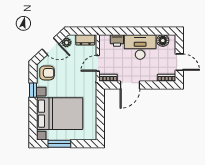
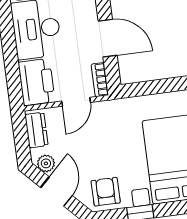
printer: (117, 40) -> (37, 82), width x1.87, depth x1.48
door: (98, 63) -> (76, 102), hinge flipped

